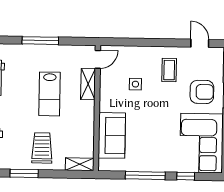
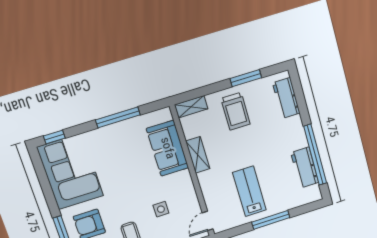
shelving: (88, 84) -> (198, 155), moved
lab bench: (50, 94) -> (249, 191), moved
window: (186, 176) -> (54, 137), moved

